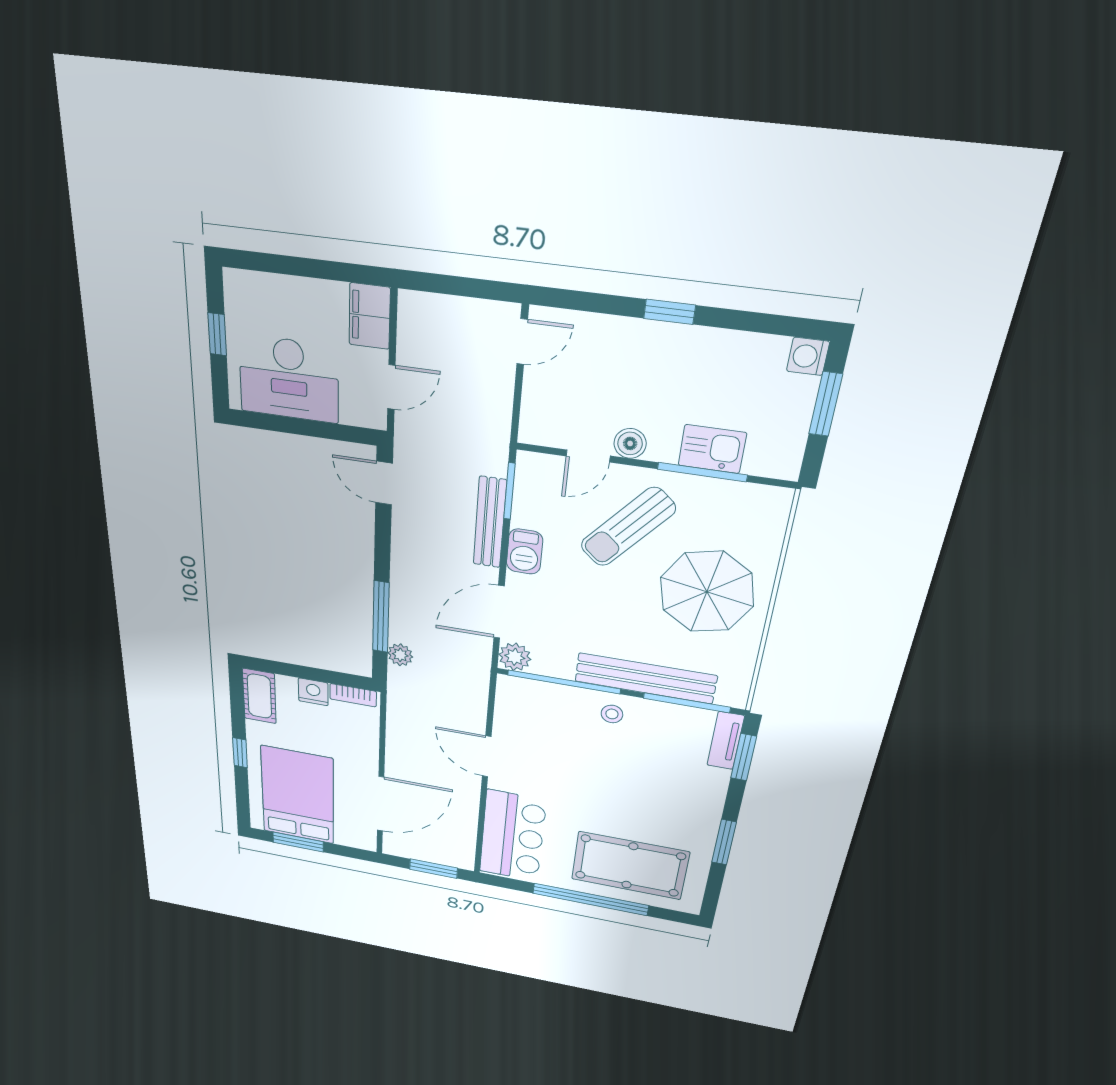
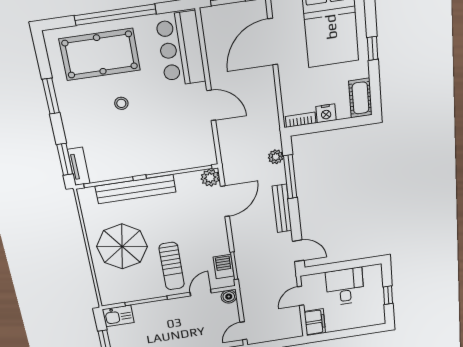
desk: (289, 379) -> (345, 287), width x0.73
boiler: (630, 443) -> (229, 297), moved
kitchen sink: (712, 449) -> (118, 316), moved
bench: (490, 522) -> (282, 208), moved
sun lounger: (628, 527) -> (172, 266), turned 139
barbecue: (525, 552) -> (224, 267), moved
stool: (612, 714) -> (121, 103), moved

